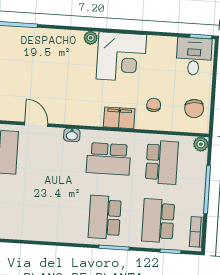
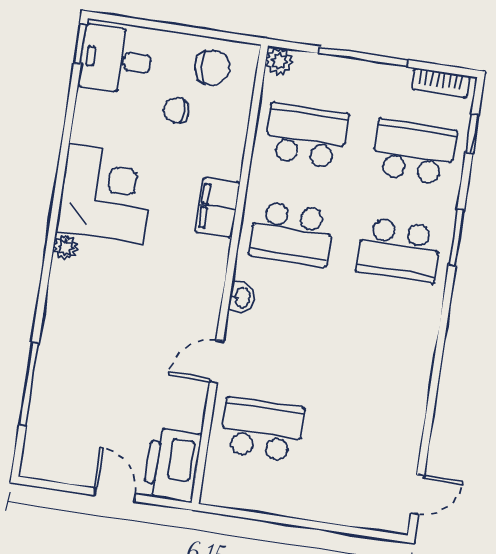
chair: (154, 105) -> (176, 110), moved
school desk: (109, 159) -> (292, 234), turned 90
school desk: (158, 221) -> (414, 152), turned 180

